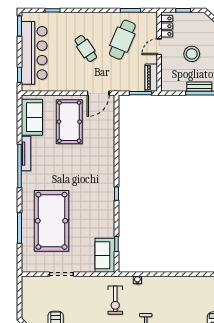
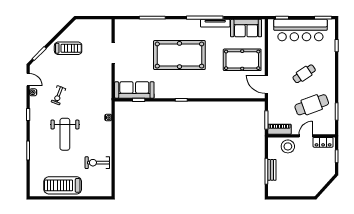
cafe table: (122, 40) -> (312, 105), turned -43
door: (159, 47) -> (306, 136), hinge flipped
stool: (192, 54) -> (288, 146), moved
pool table: (51, 221) -> (179, 55), moved
sofa: (105, 255) -> (134, 90), width x1.36
exercise bike: (115, 300) -> (97, 163), moved

